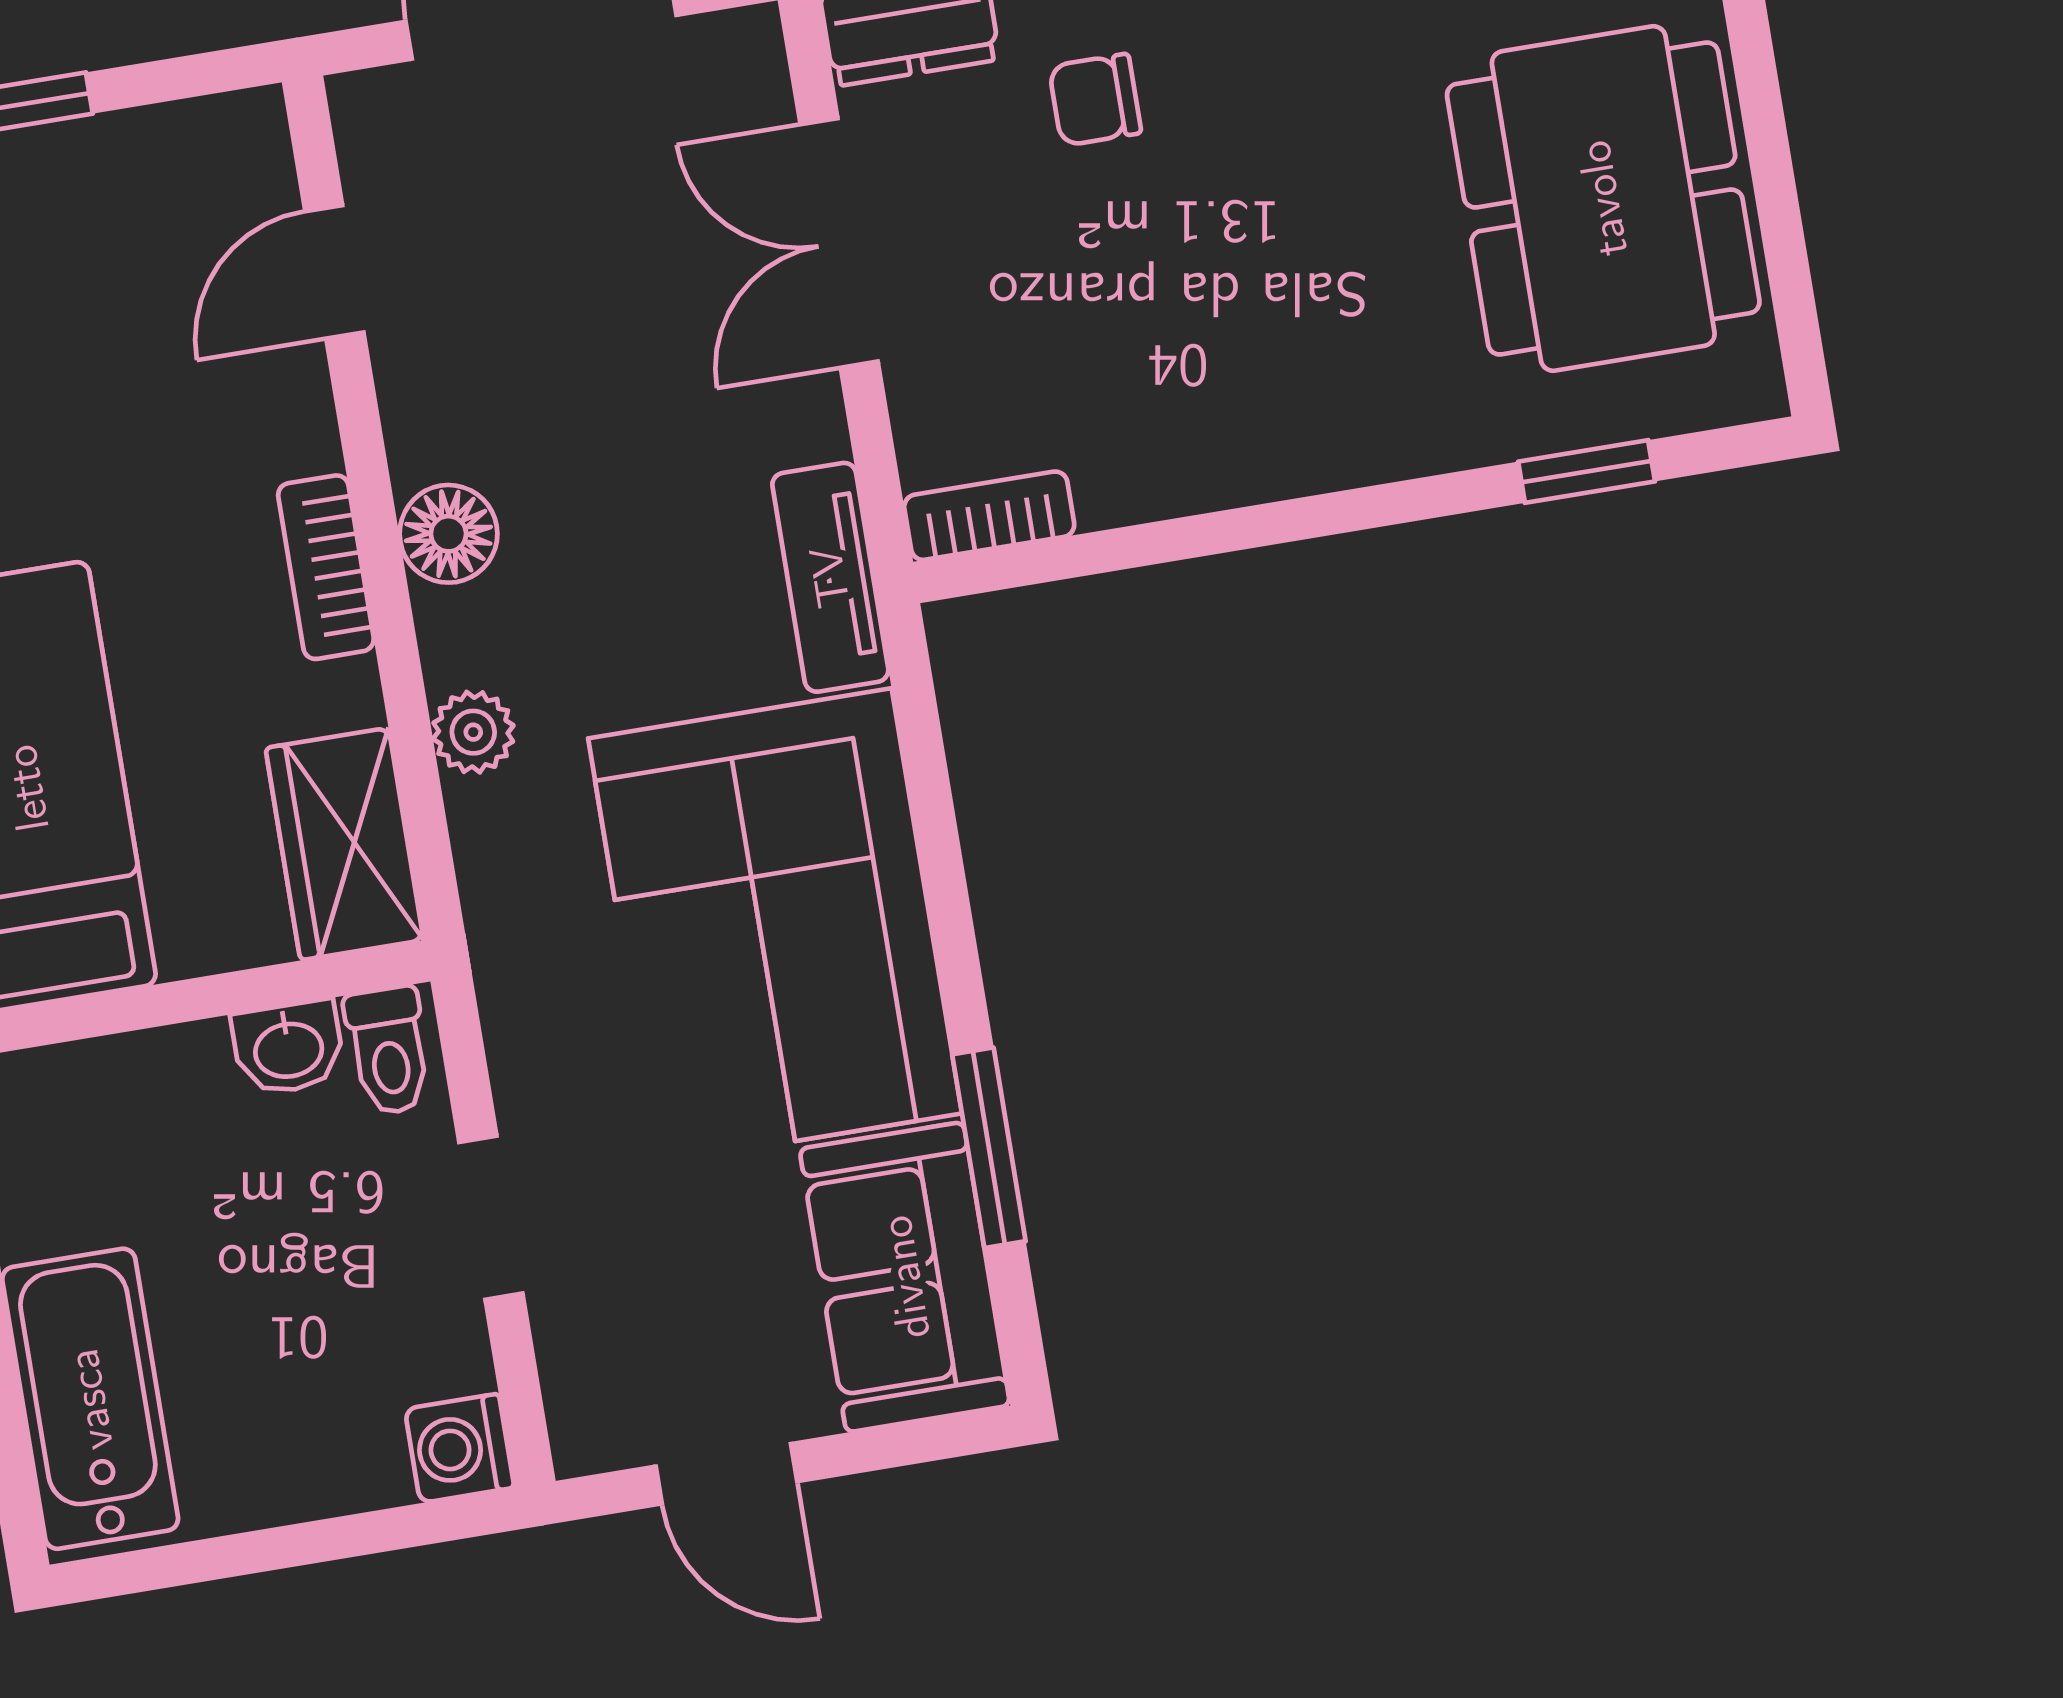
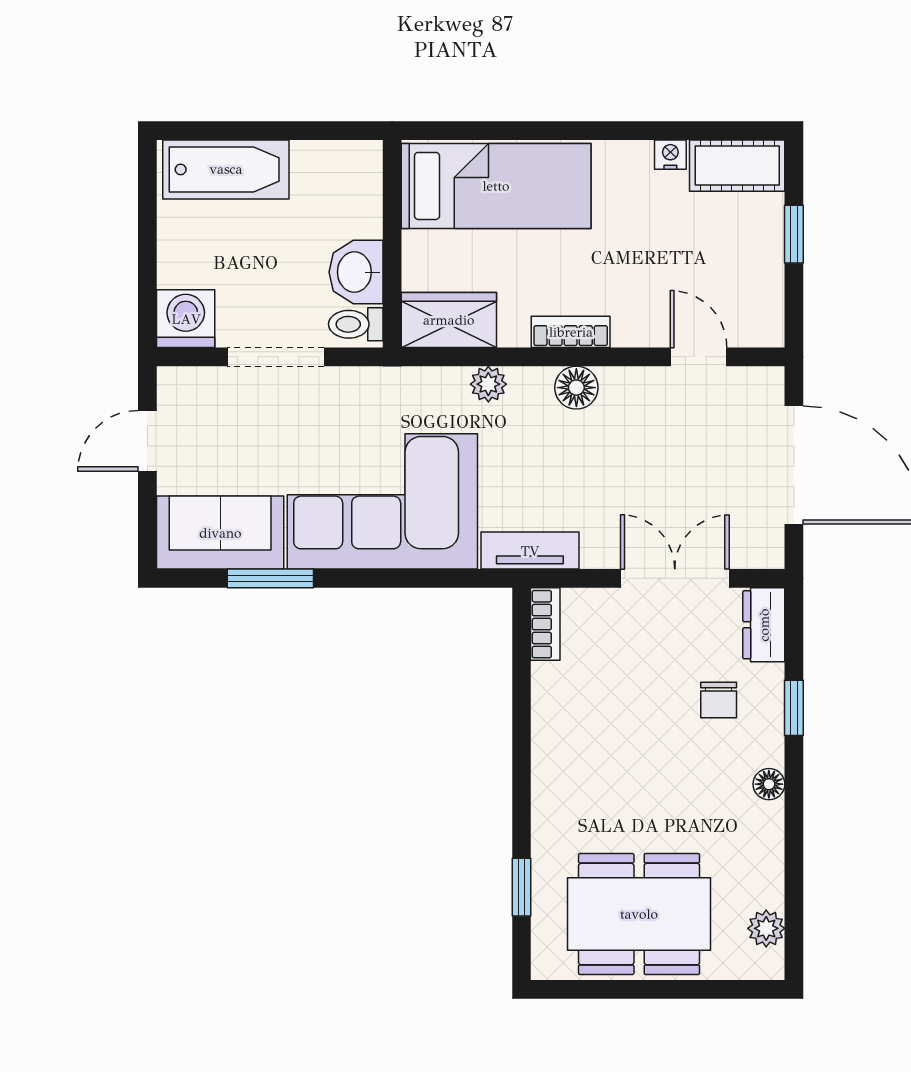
chair: (1095, 100) -> (719, 700), turned 180
washbasin: (288, 1048) -> (356, 272), width x1.38, depth x1.45
doorway: (491, 1218) -> (276, 357), width x1.38
washing machine: (459, 1448) -> (186, 319), width x1.38, depth x1.38

